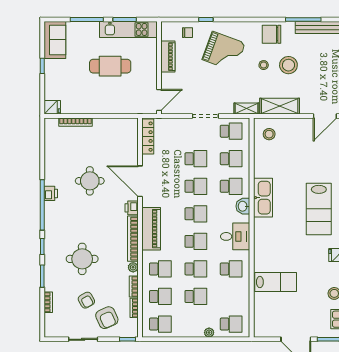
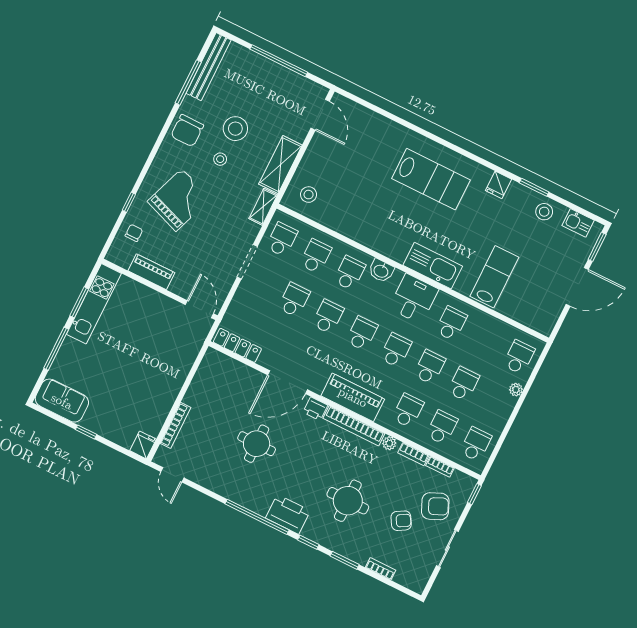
cafe table: (110, 66) -> (128, 349), removed
door: (42, 136) -> (172, 475), added
printer: (51, 193) -> (288, 514), moved, width x1.87, depth x1.48
kitchen sink: (263, 198) -> (433, 266), moved

